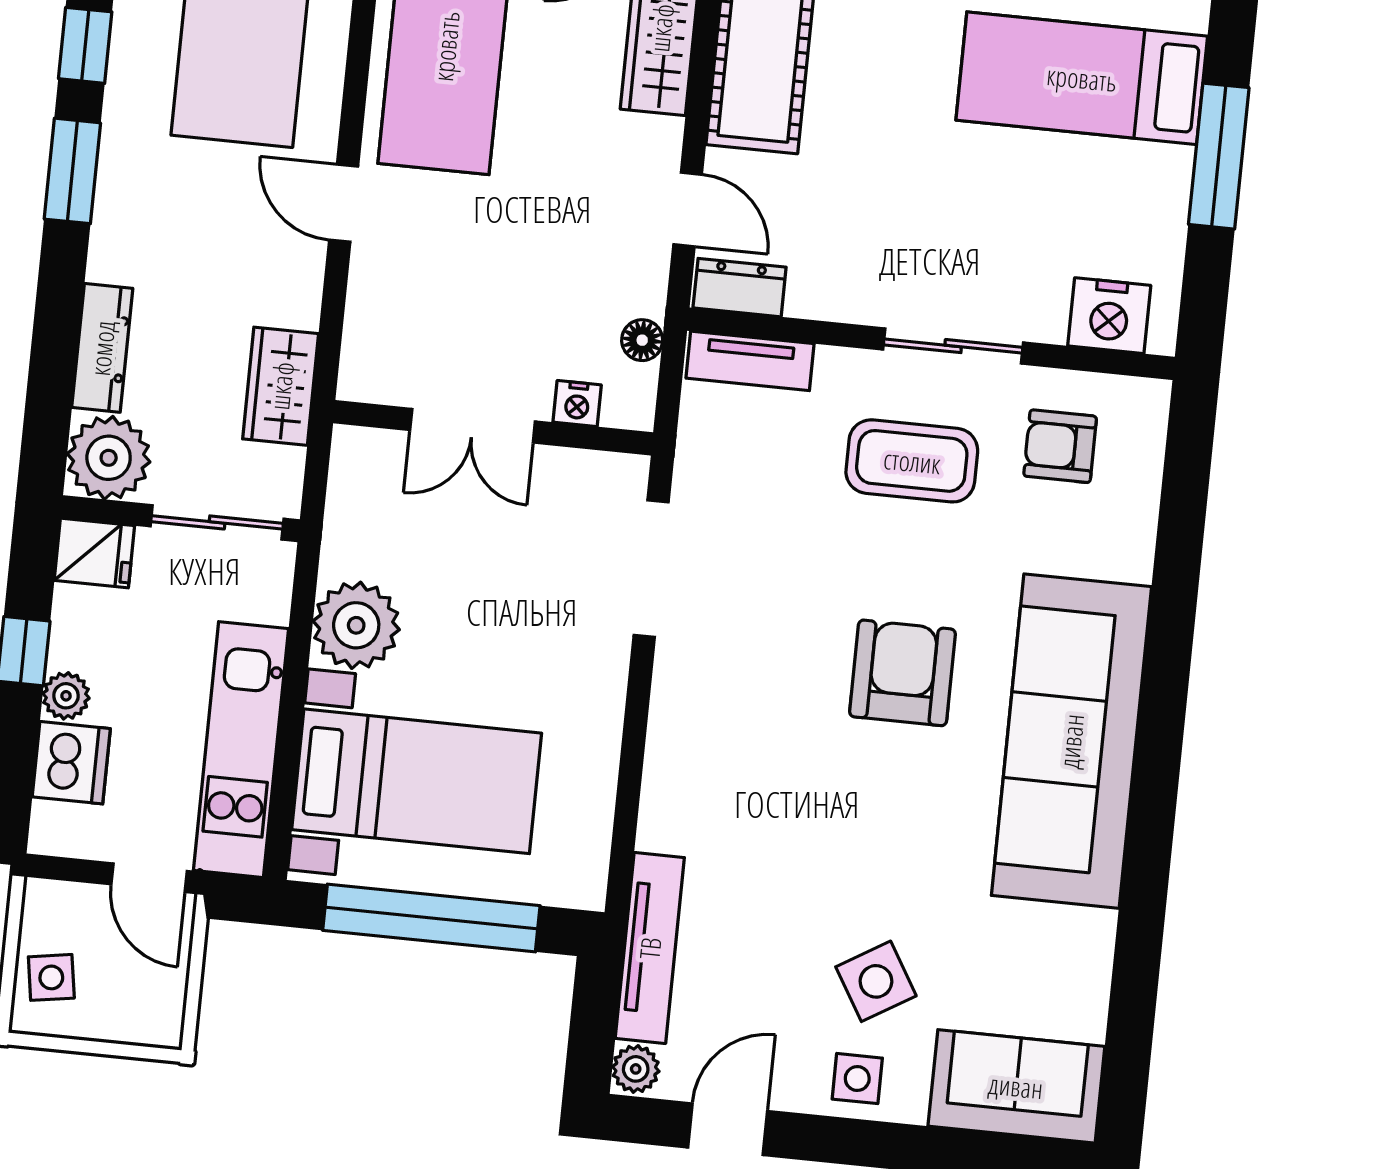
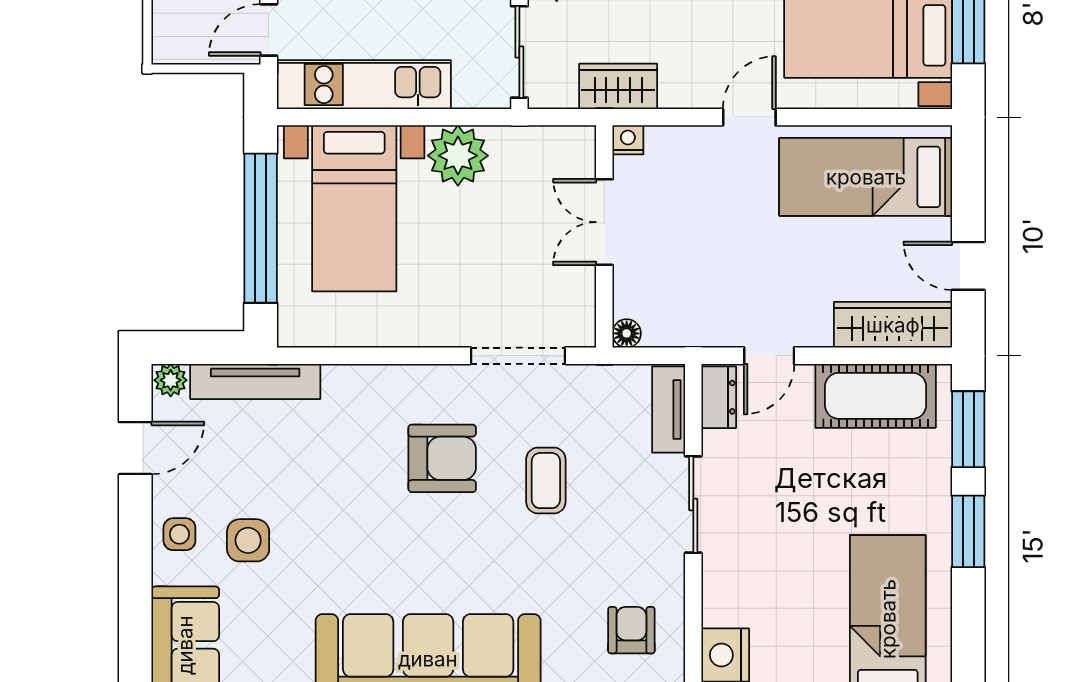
floor lamp: (642, 340) -> (627, 333), moved
sliding door: (953, 346) -> (693, 505), moved
nightstand: (577, 404) -> (628, 140), moved, turned 90
coffee table: (912, 461) -> (546, 481), moved, width x0.73, depth x0.77
armchair: (902, 673) -> (442, 458), moved
side table: (876, 981) -> (248, 540), turned 31
door: (728, 1129) -> (135, 448), hinge flipped

